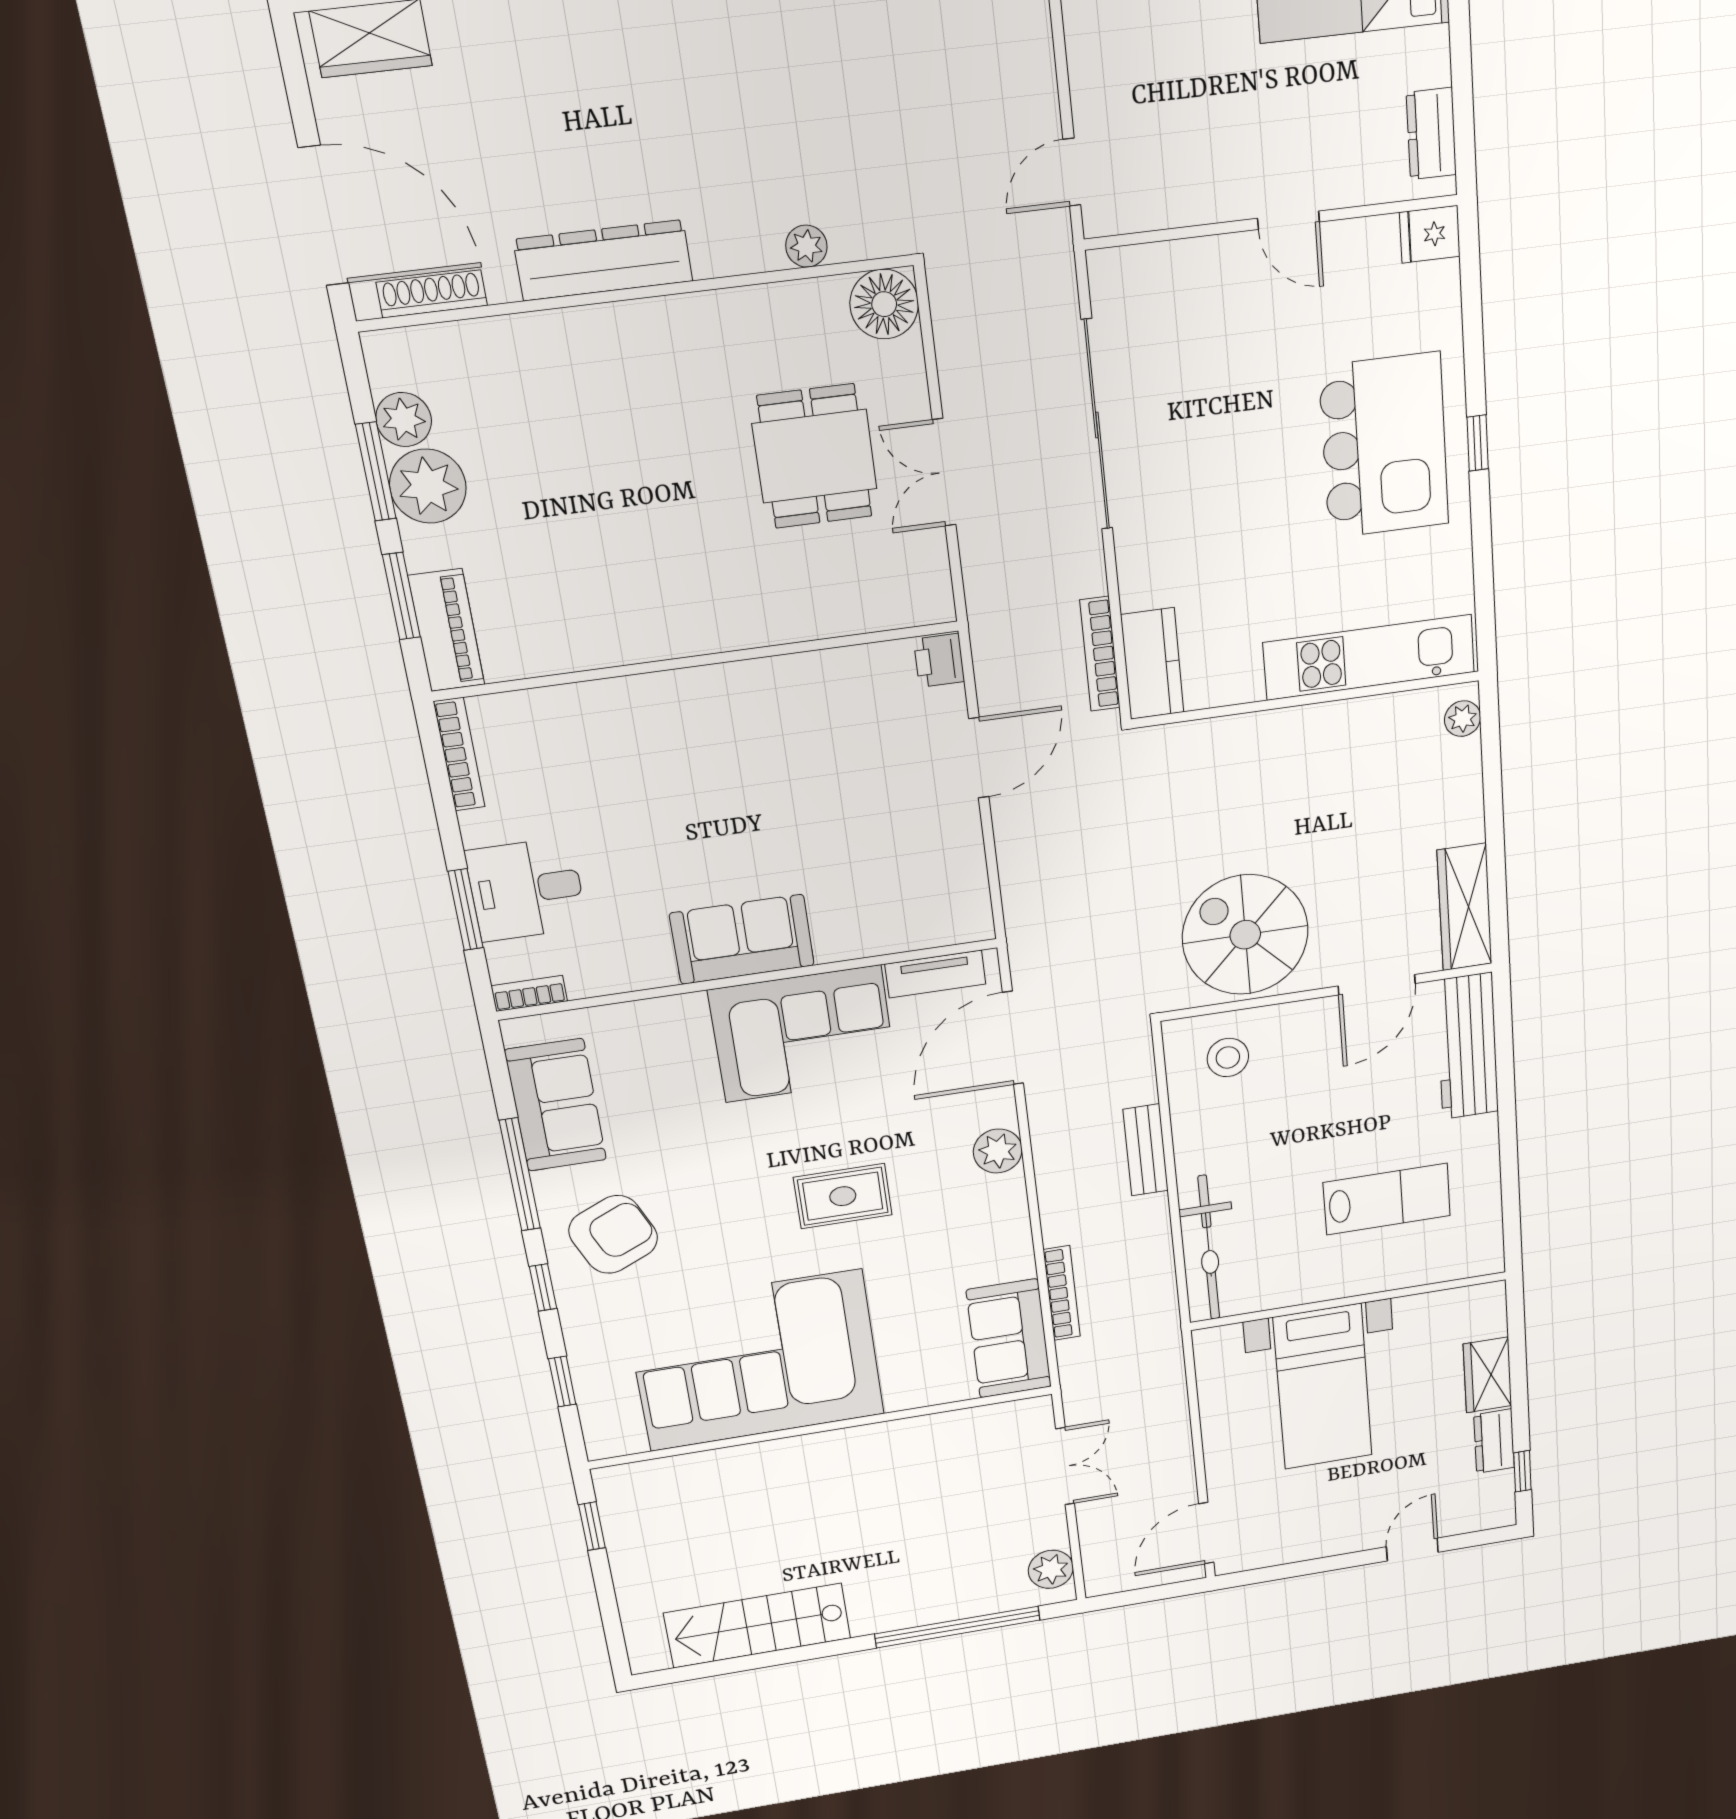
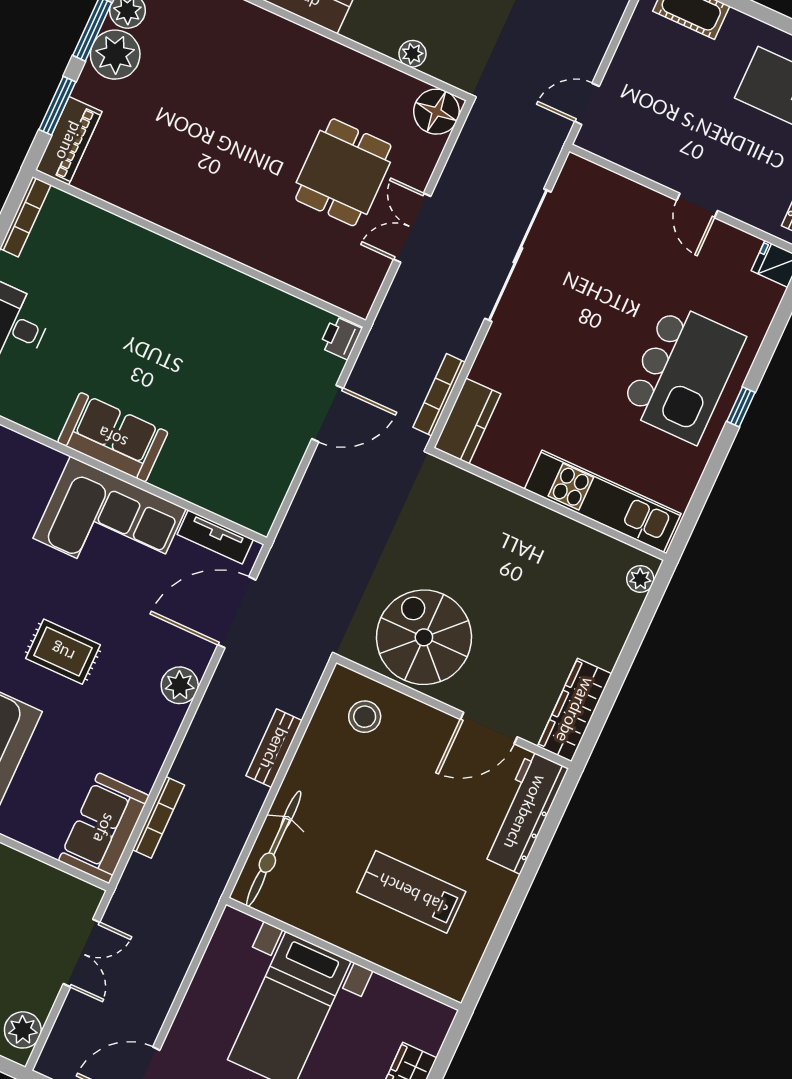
lab bench: (1387, 1199) -> (411, 892), turned 180

